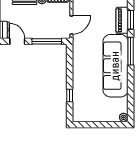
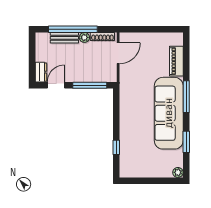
window: (131, 20) -> (186, 142), moved
door: (71, 25) -> (118, 53), moved
door: (17, 41) -> (56, 85), hinge flipped

